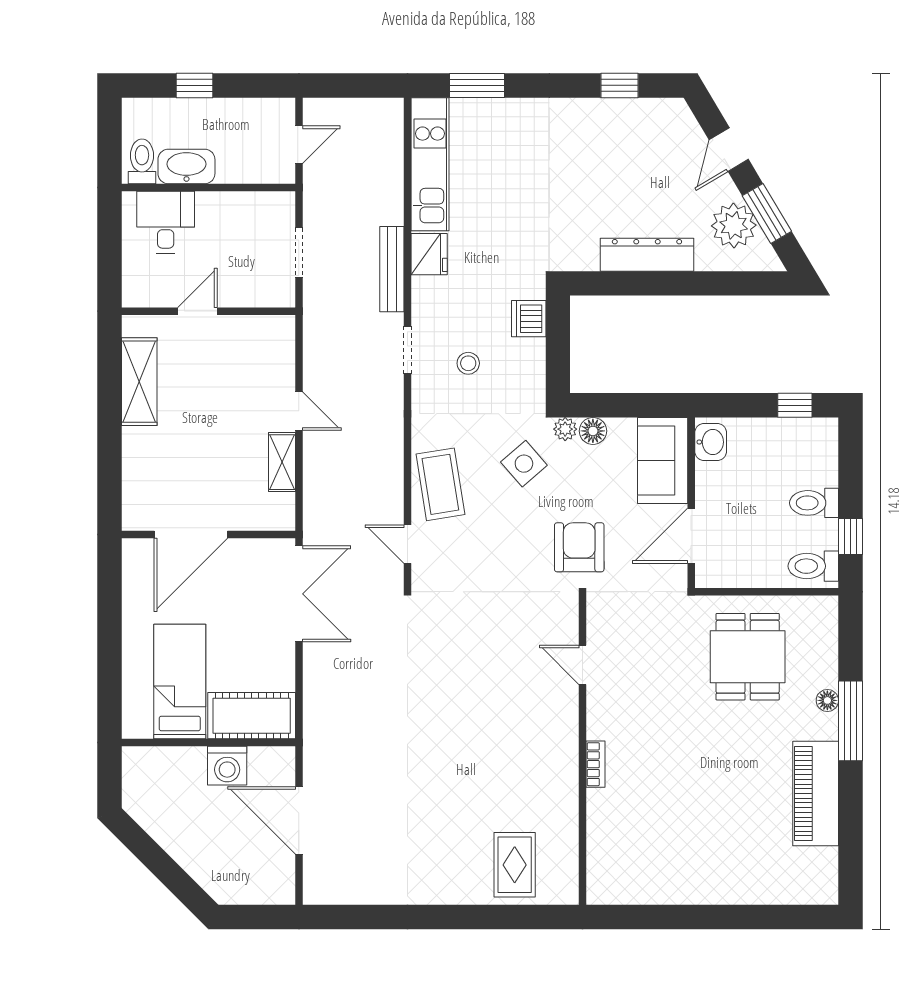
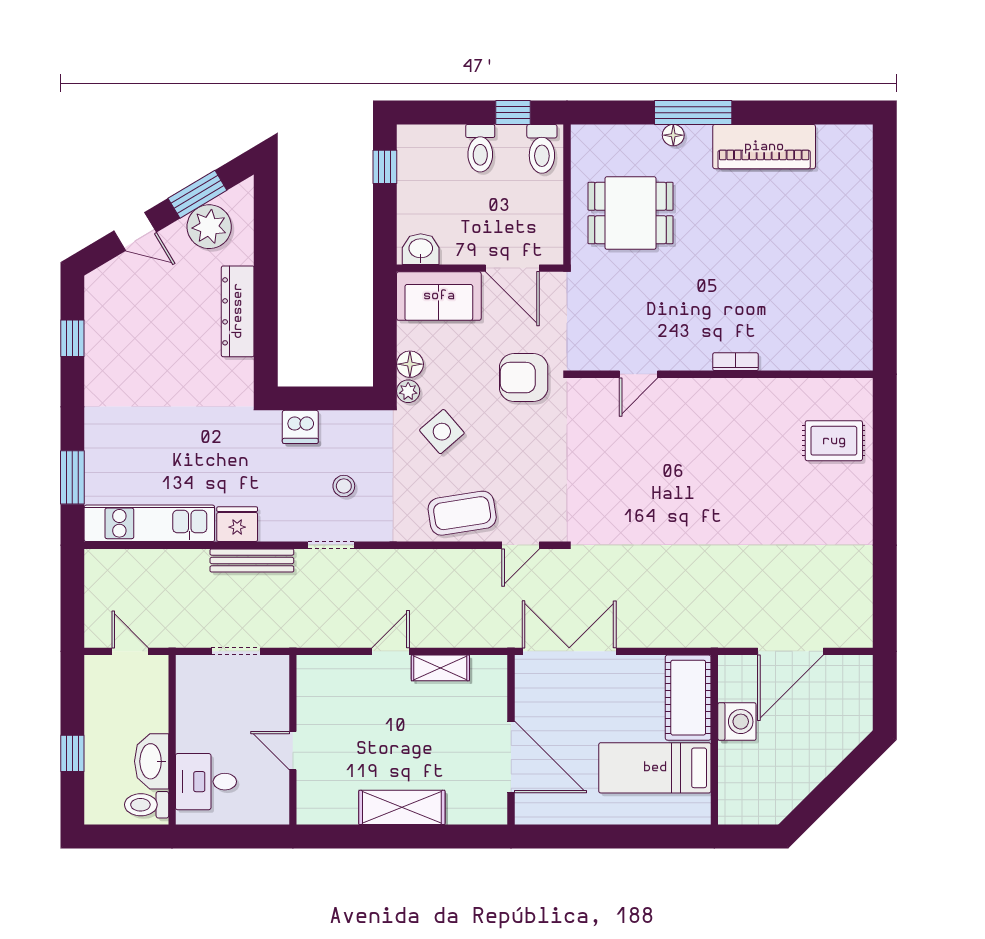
shelving: (139, 382) -> (402, 807), moved

